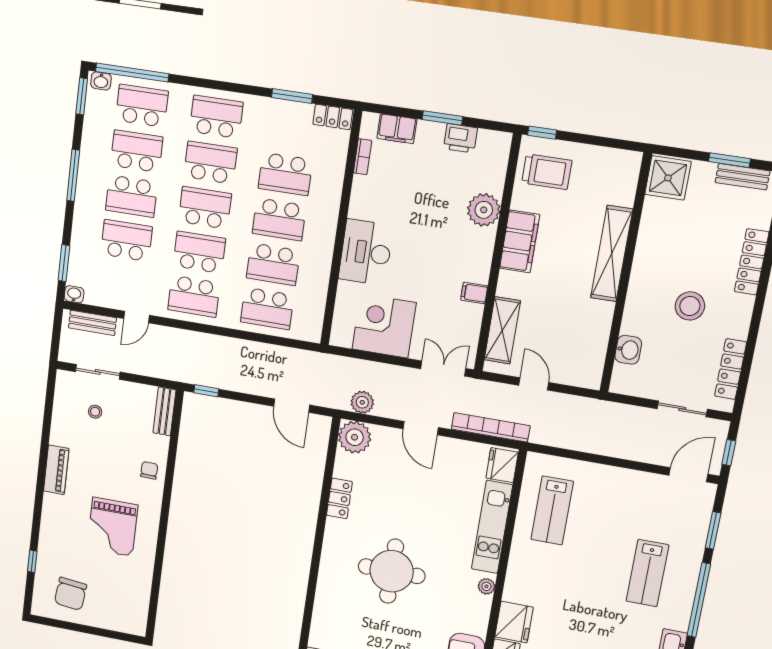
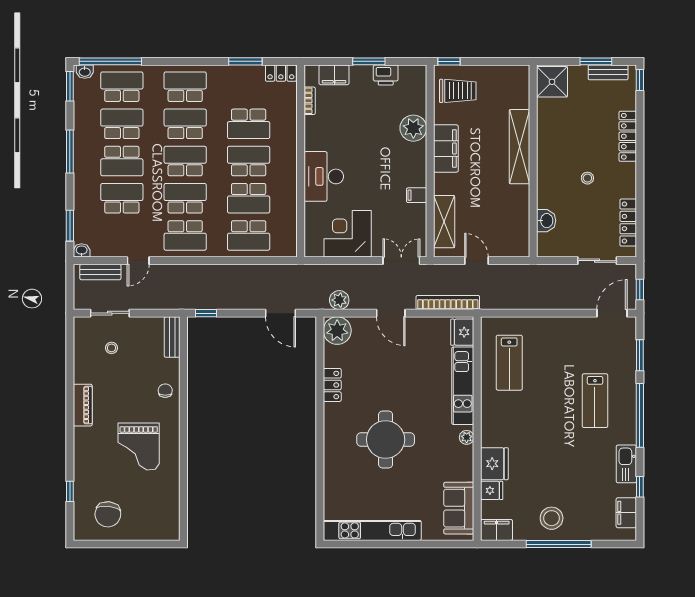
school desk: (279, 219) -> (249, 161), turned 180
stool: (690, 306) -> (587, 178), width x0.53, depth x0.53

